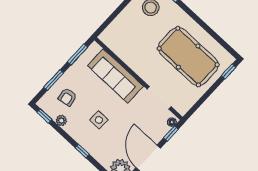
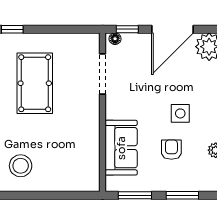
pool table: (188, 57) -> (35, 83), width x0.73, depth x0.76
sofa: (115, 76) -> (121, 148), width x0.73
armchair: (67, 97) -> (171, 150), moved, turned -80

